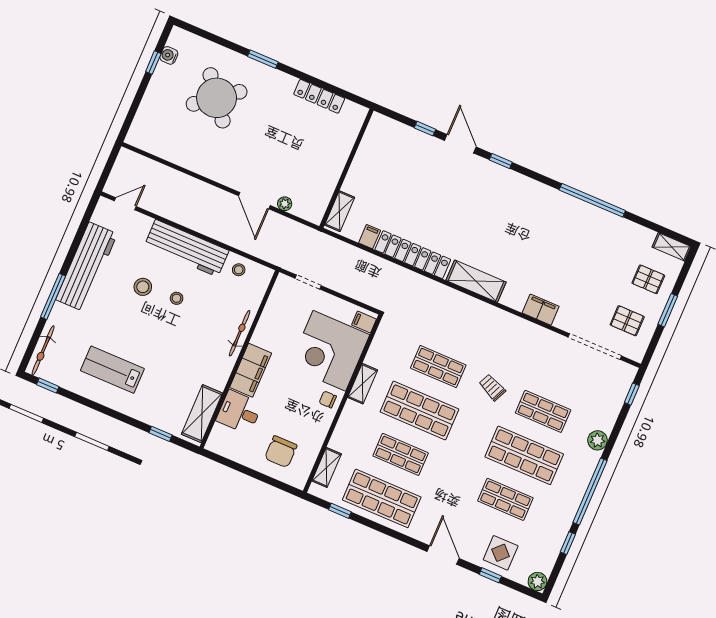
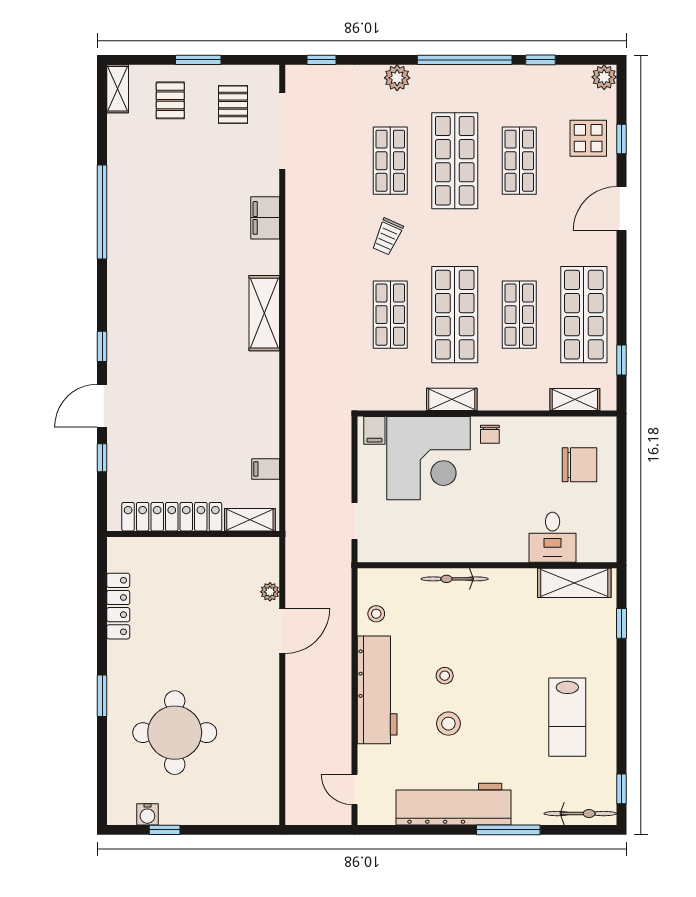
round table: (217, 98) -> (175, 733), turned 38
locker: (413, 255) -> (172, 517), moved, turned 90
filing cabinet: (251, 370) -> (495, 545), removed

